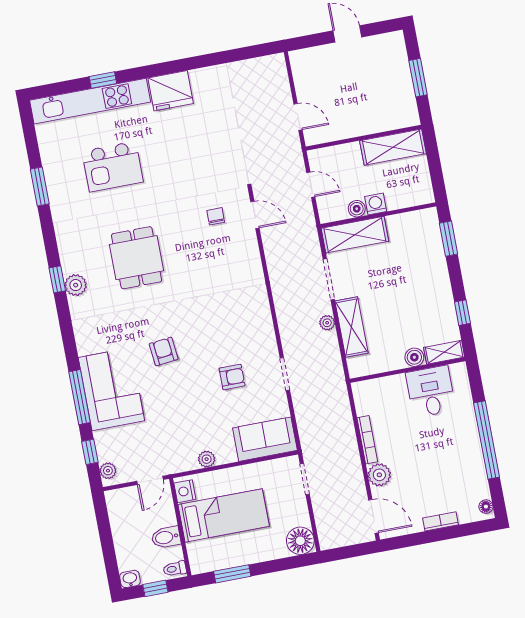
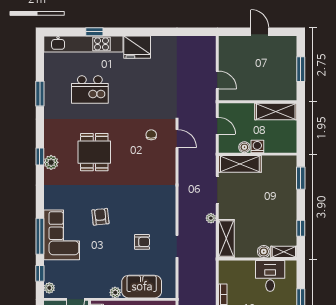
shelving: (351, 327) -> (226, 239), moved
sofa: (265, 439) -> (142, 287), moved

